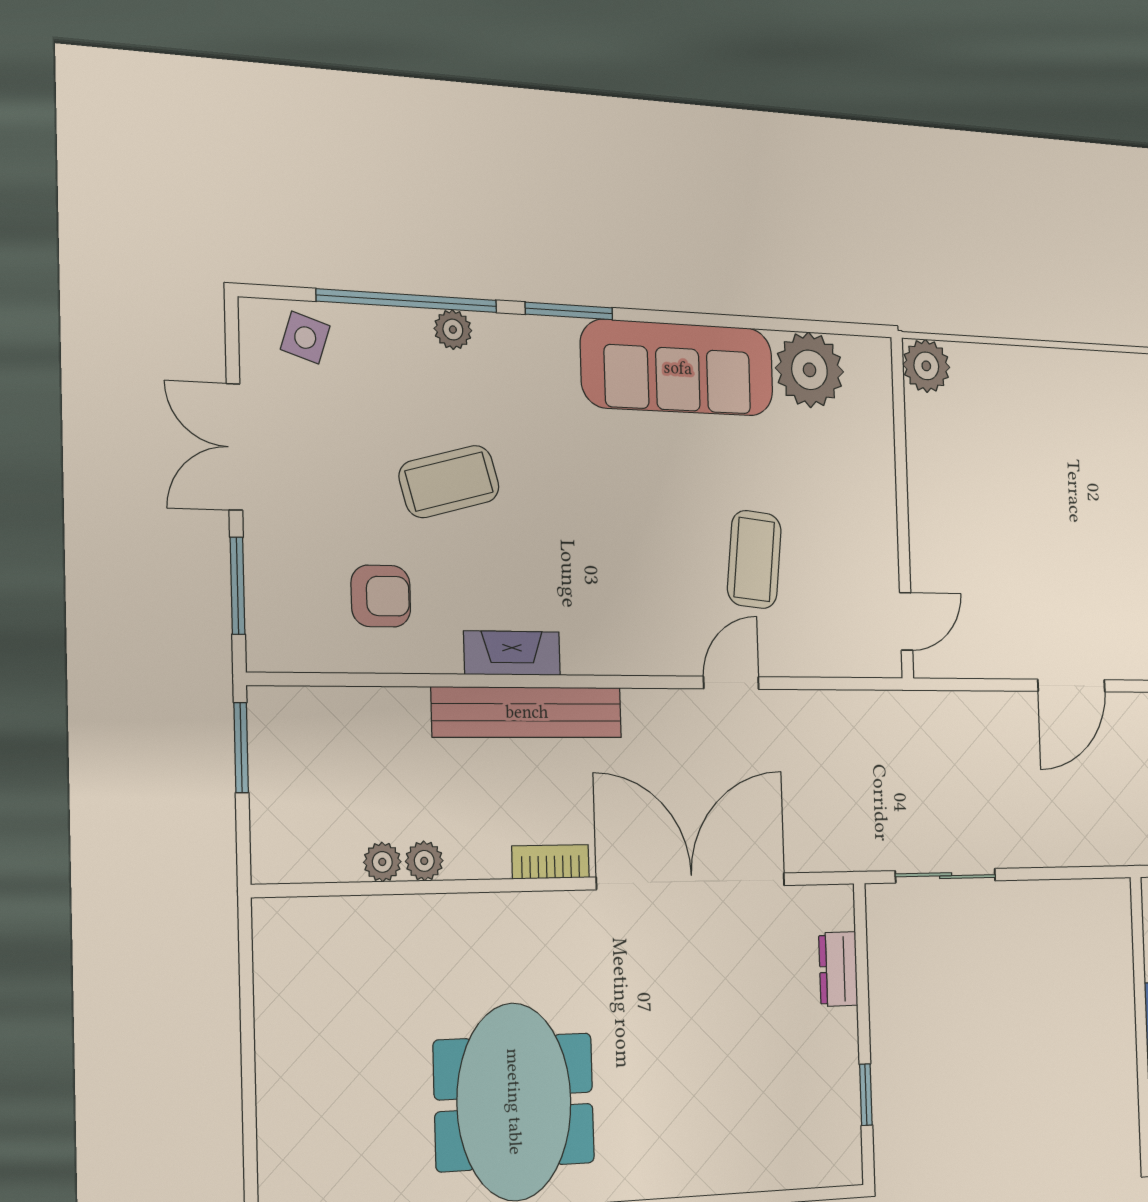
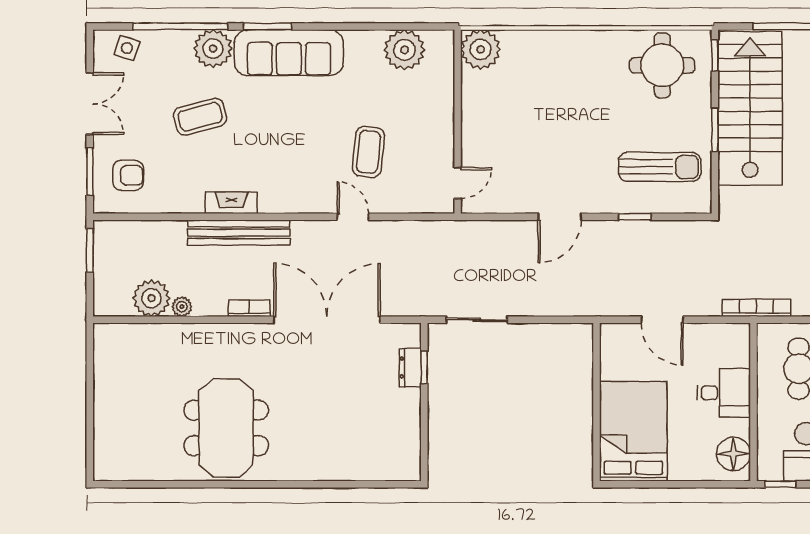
plant: (453, 330) -> (213, 49), width x1.87, depth x1.87
plant: (926, 366) -> (481, 49), width x1.36, depth x1.36
sofa: (678, 368) -> (289, 53), moved
double door: (234, 447) -> (90, 104), swing flipped
armchair: (381, 596) -> (128, 175), moved
door: (731, 683) -> (353, 217), hinge flipped
plant: (382, 862) -> (151, 298), width x1.88, depth x1.88
window: (866, 1095) -> (424, 367), moved

